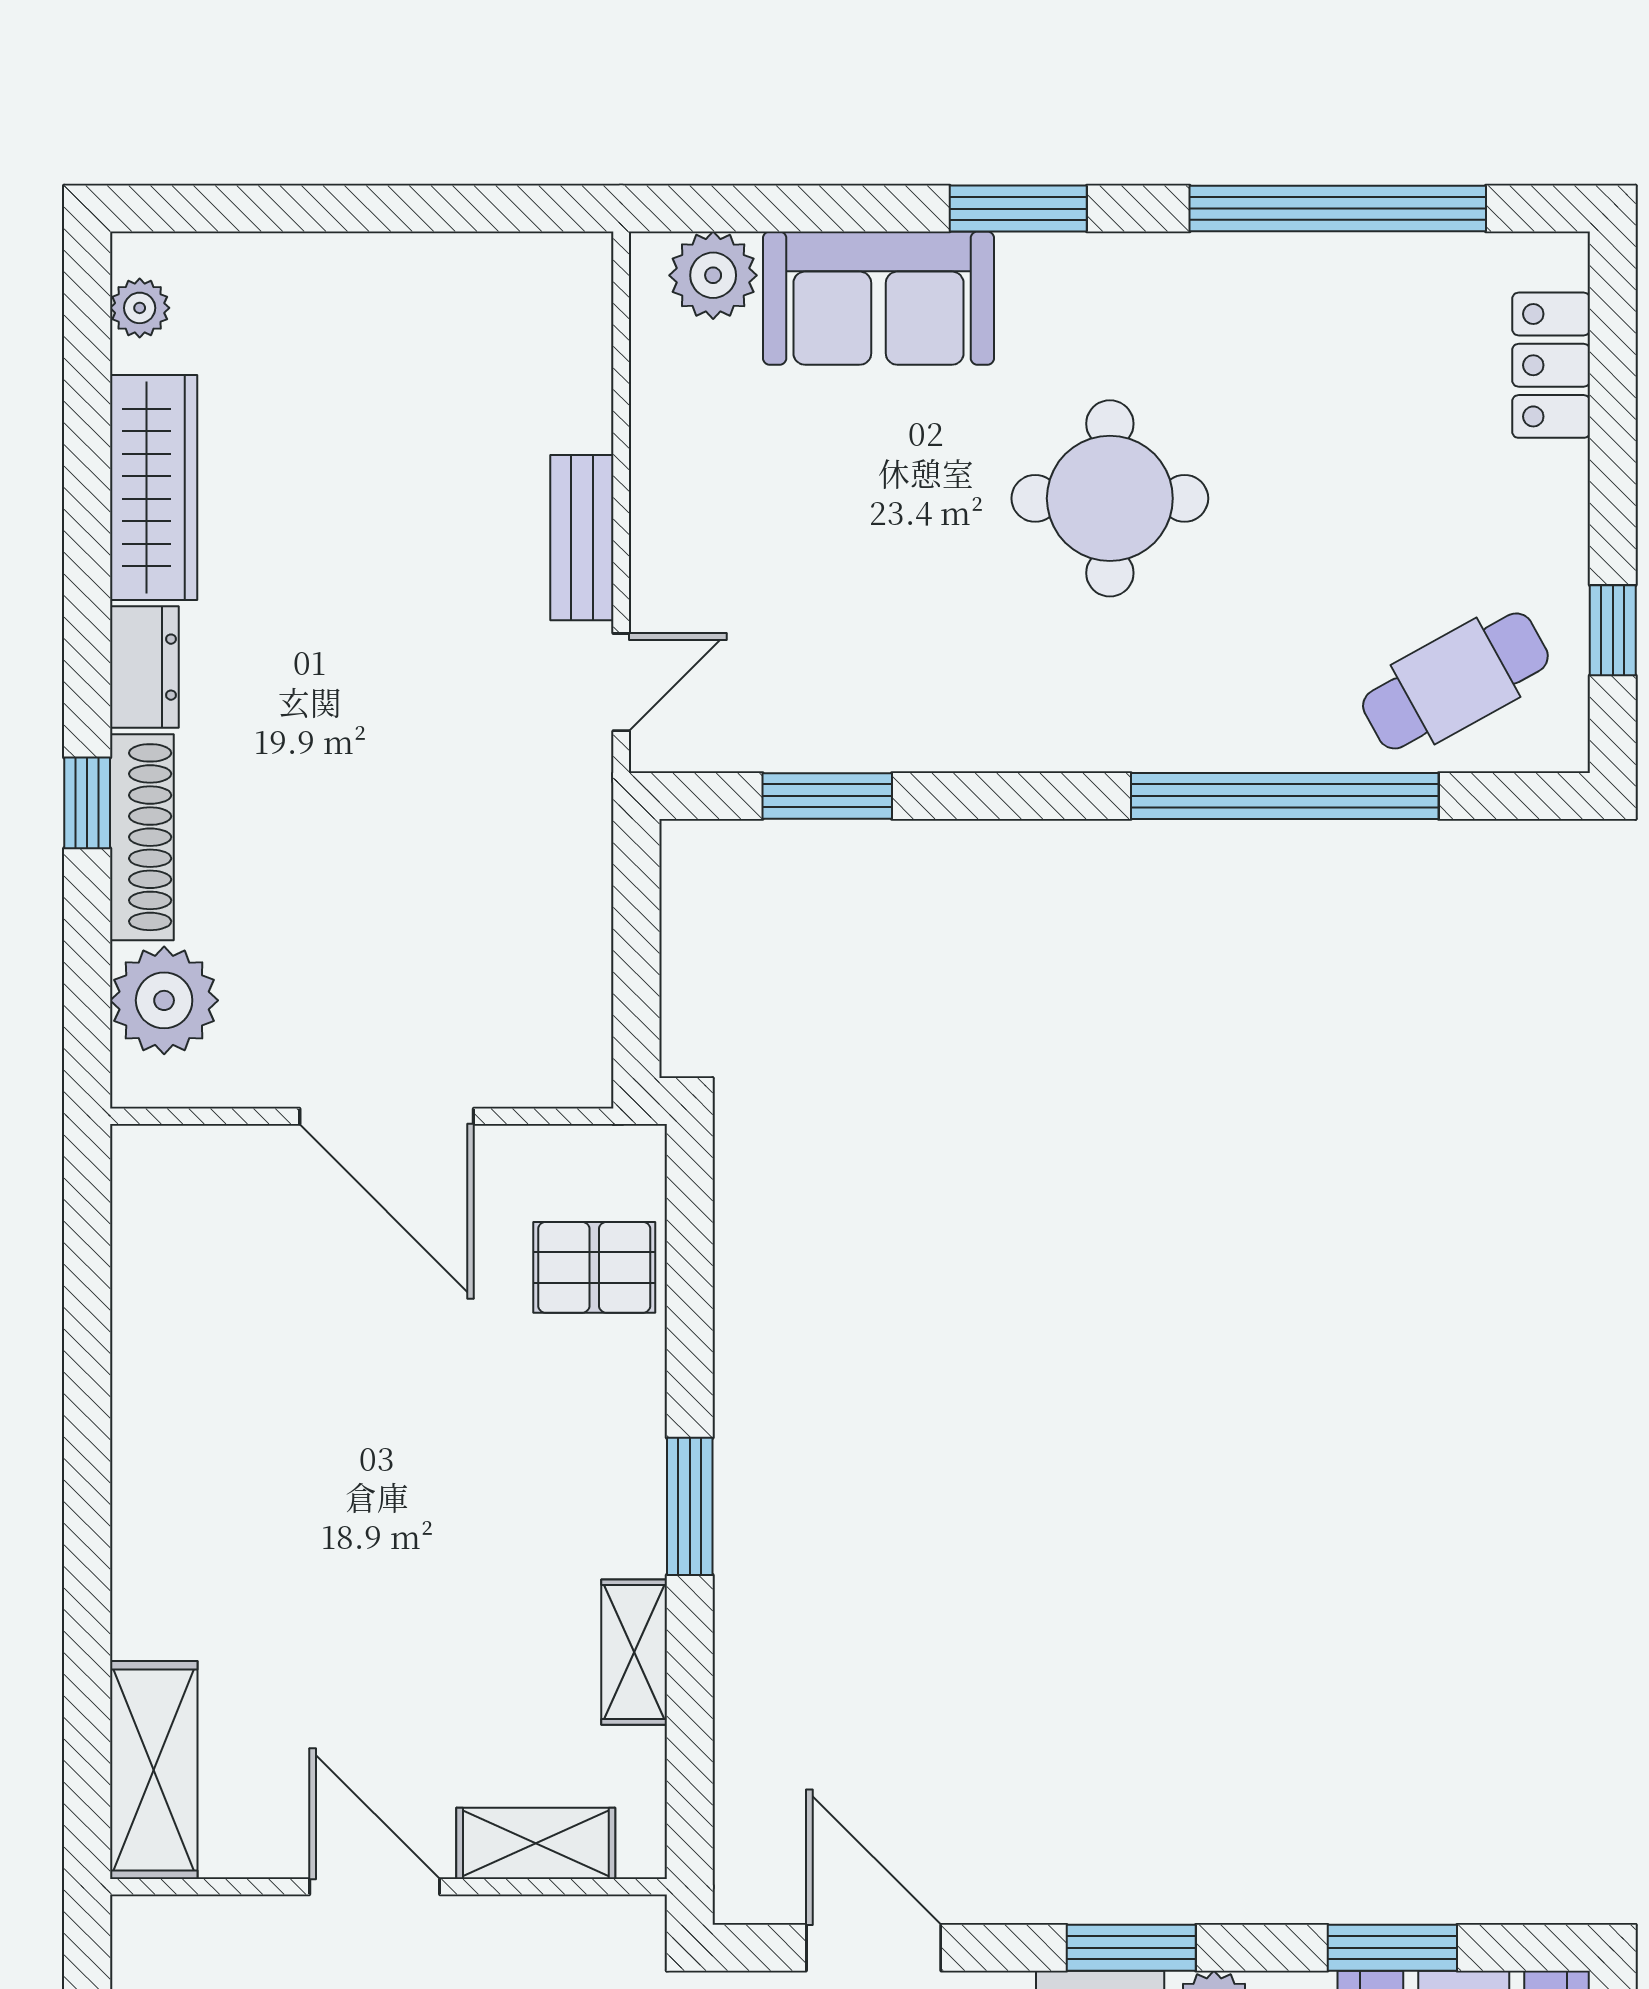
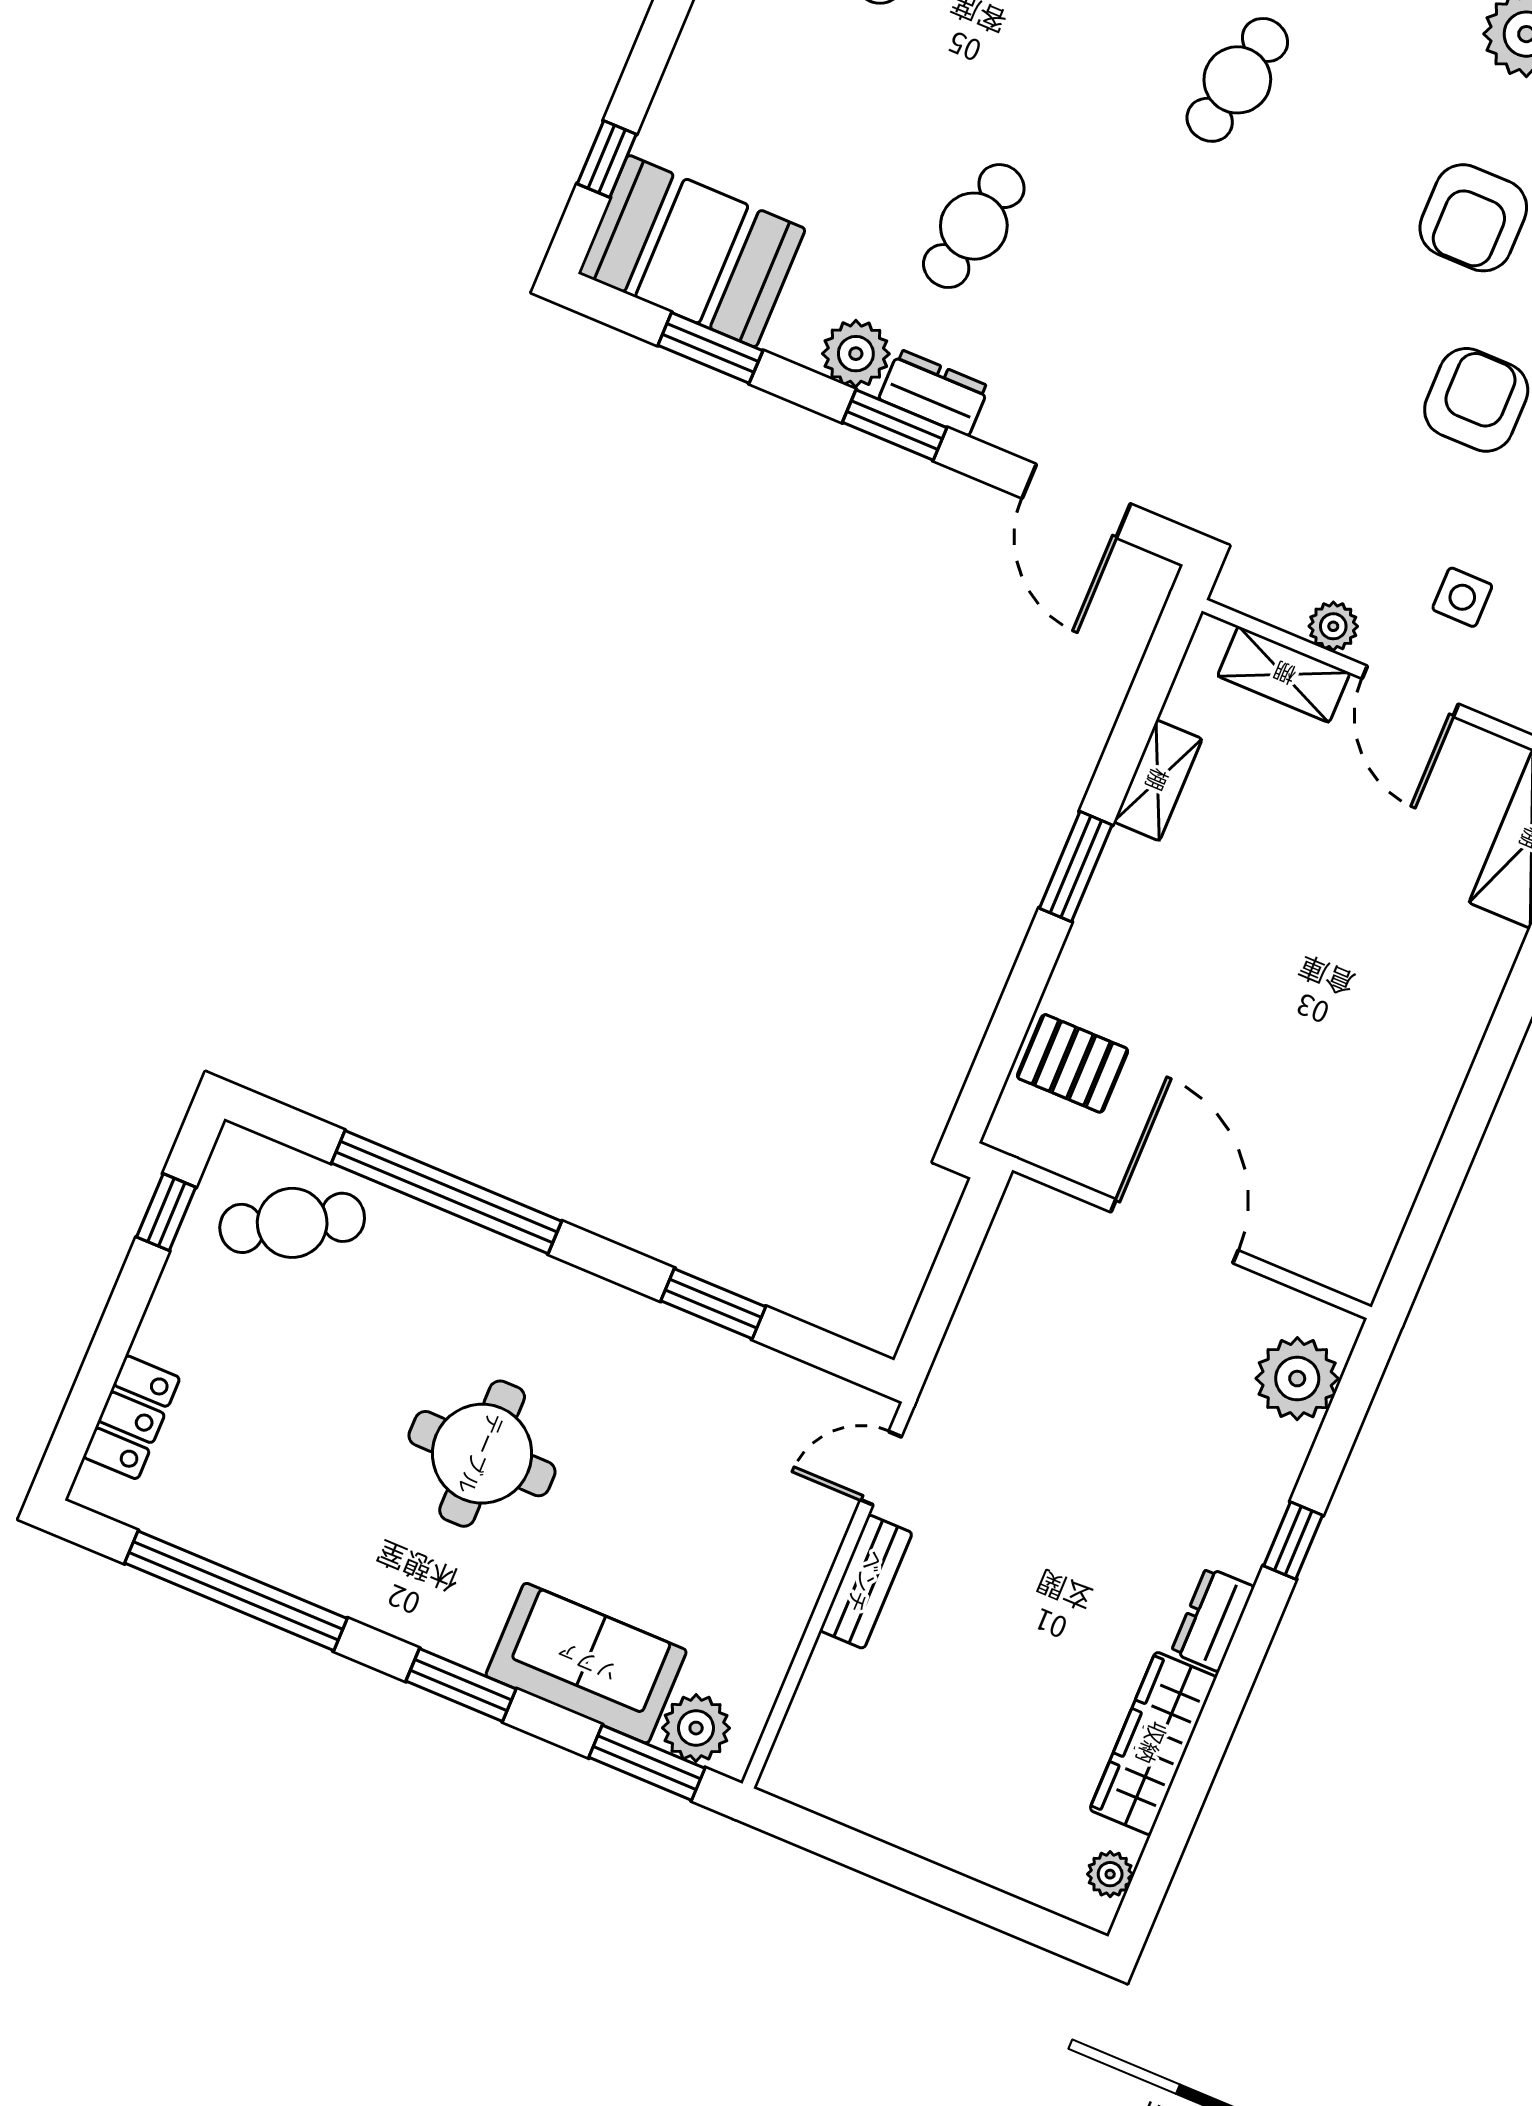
window: (755, 209) -> (647, 1763), added
window: (827, 796) -> (713, 1304), moved
shoe rack: (142, 837) -> (1265, 1500), removed
plant: (500, 1926) -> (1333, 626), added

